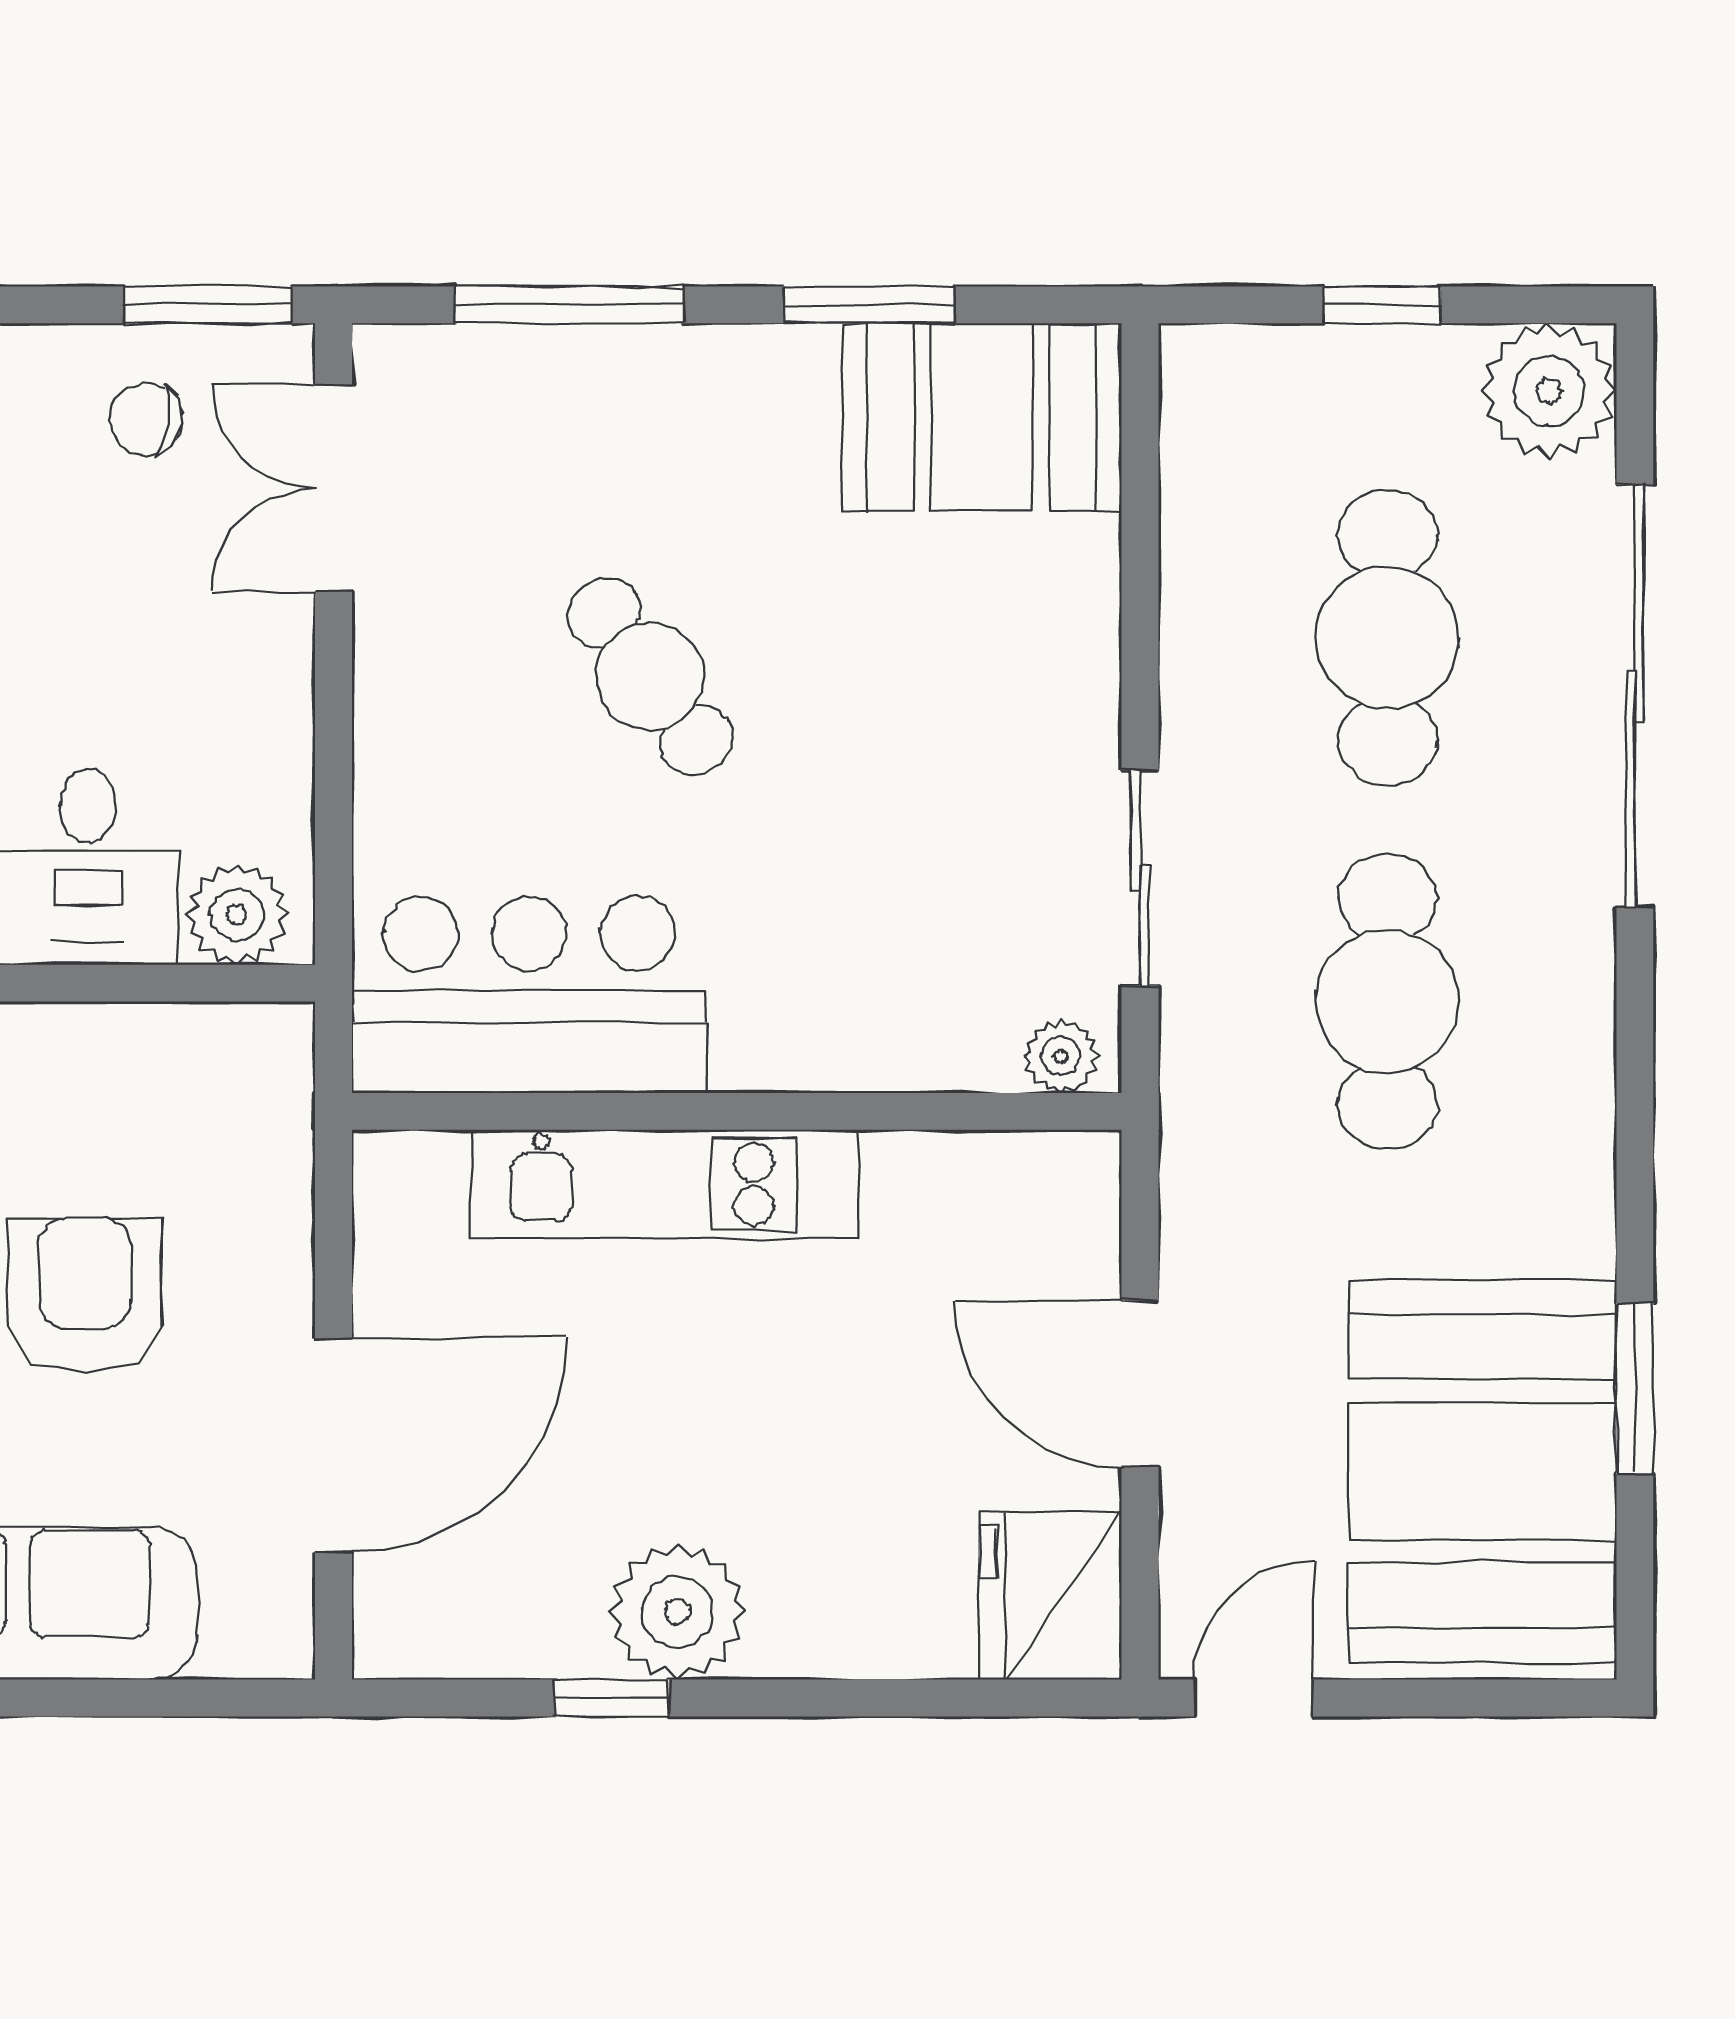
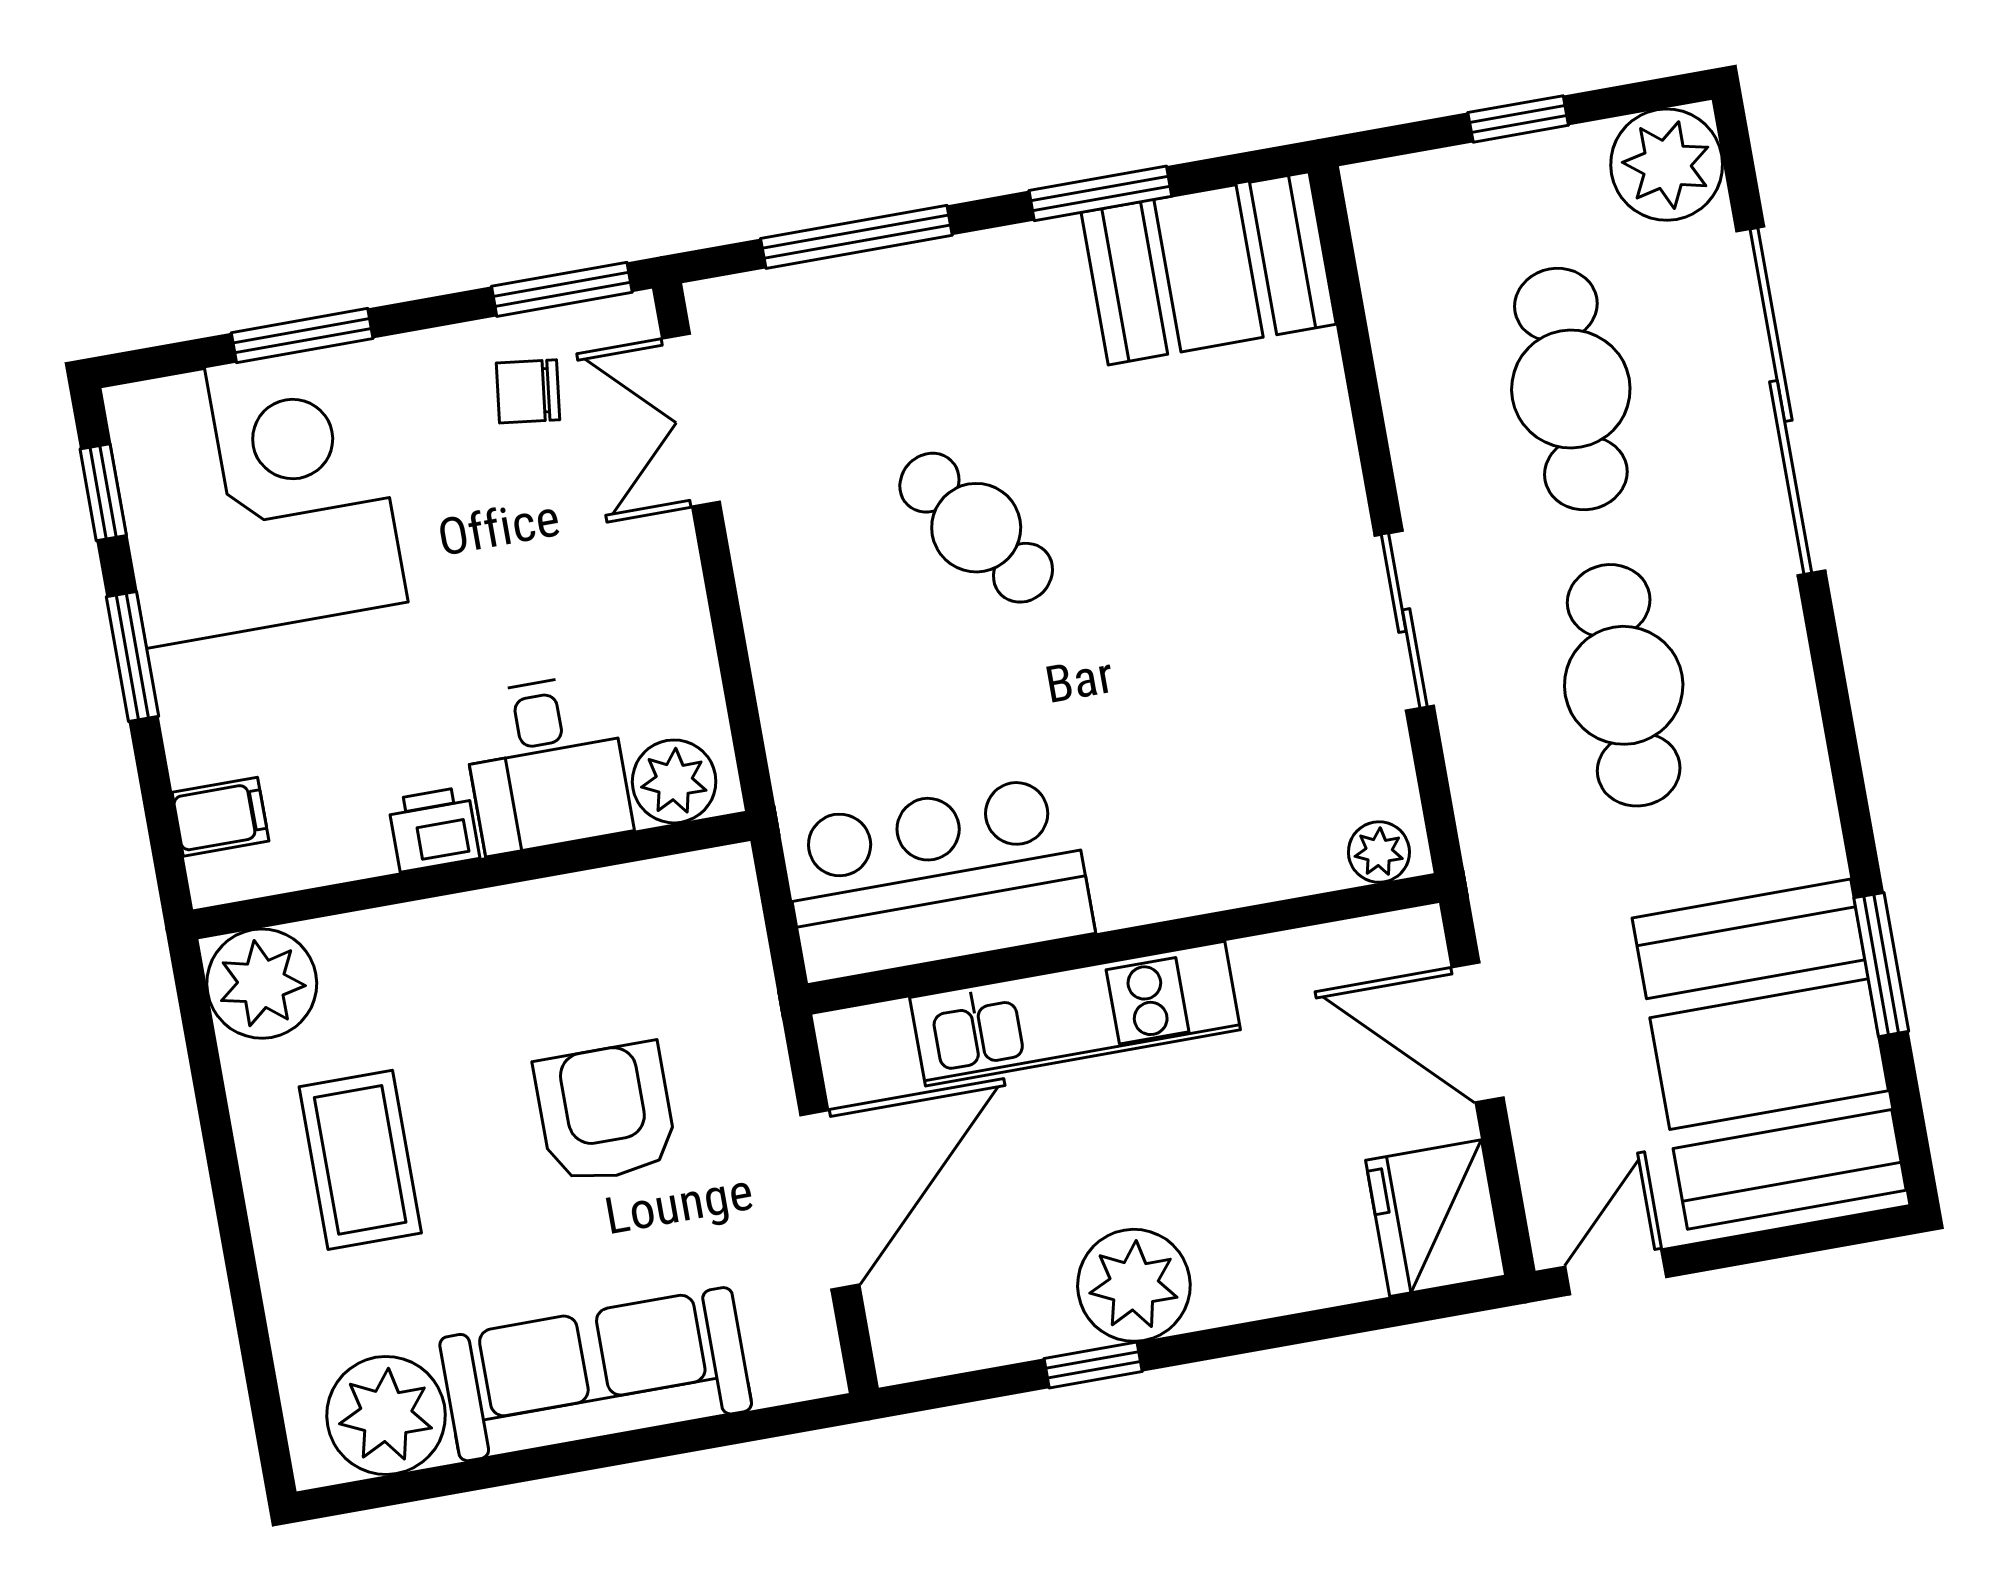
bar counter: (529, 995) -> (937, 879), moved
plant: (1061, 1056) -> (1379, 852), moved
wall: (737, 1111) -> (1123, 944), moved
kitchen unit: (665, 1184) -> (1075, 1014), moved

